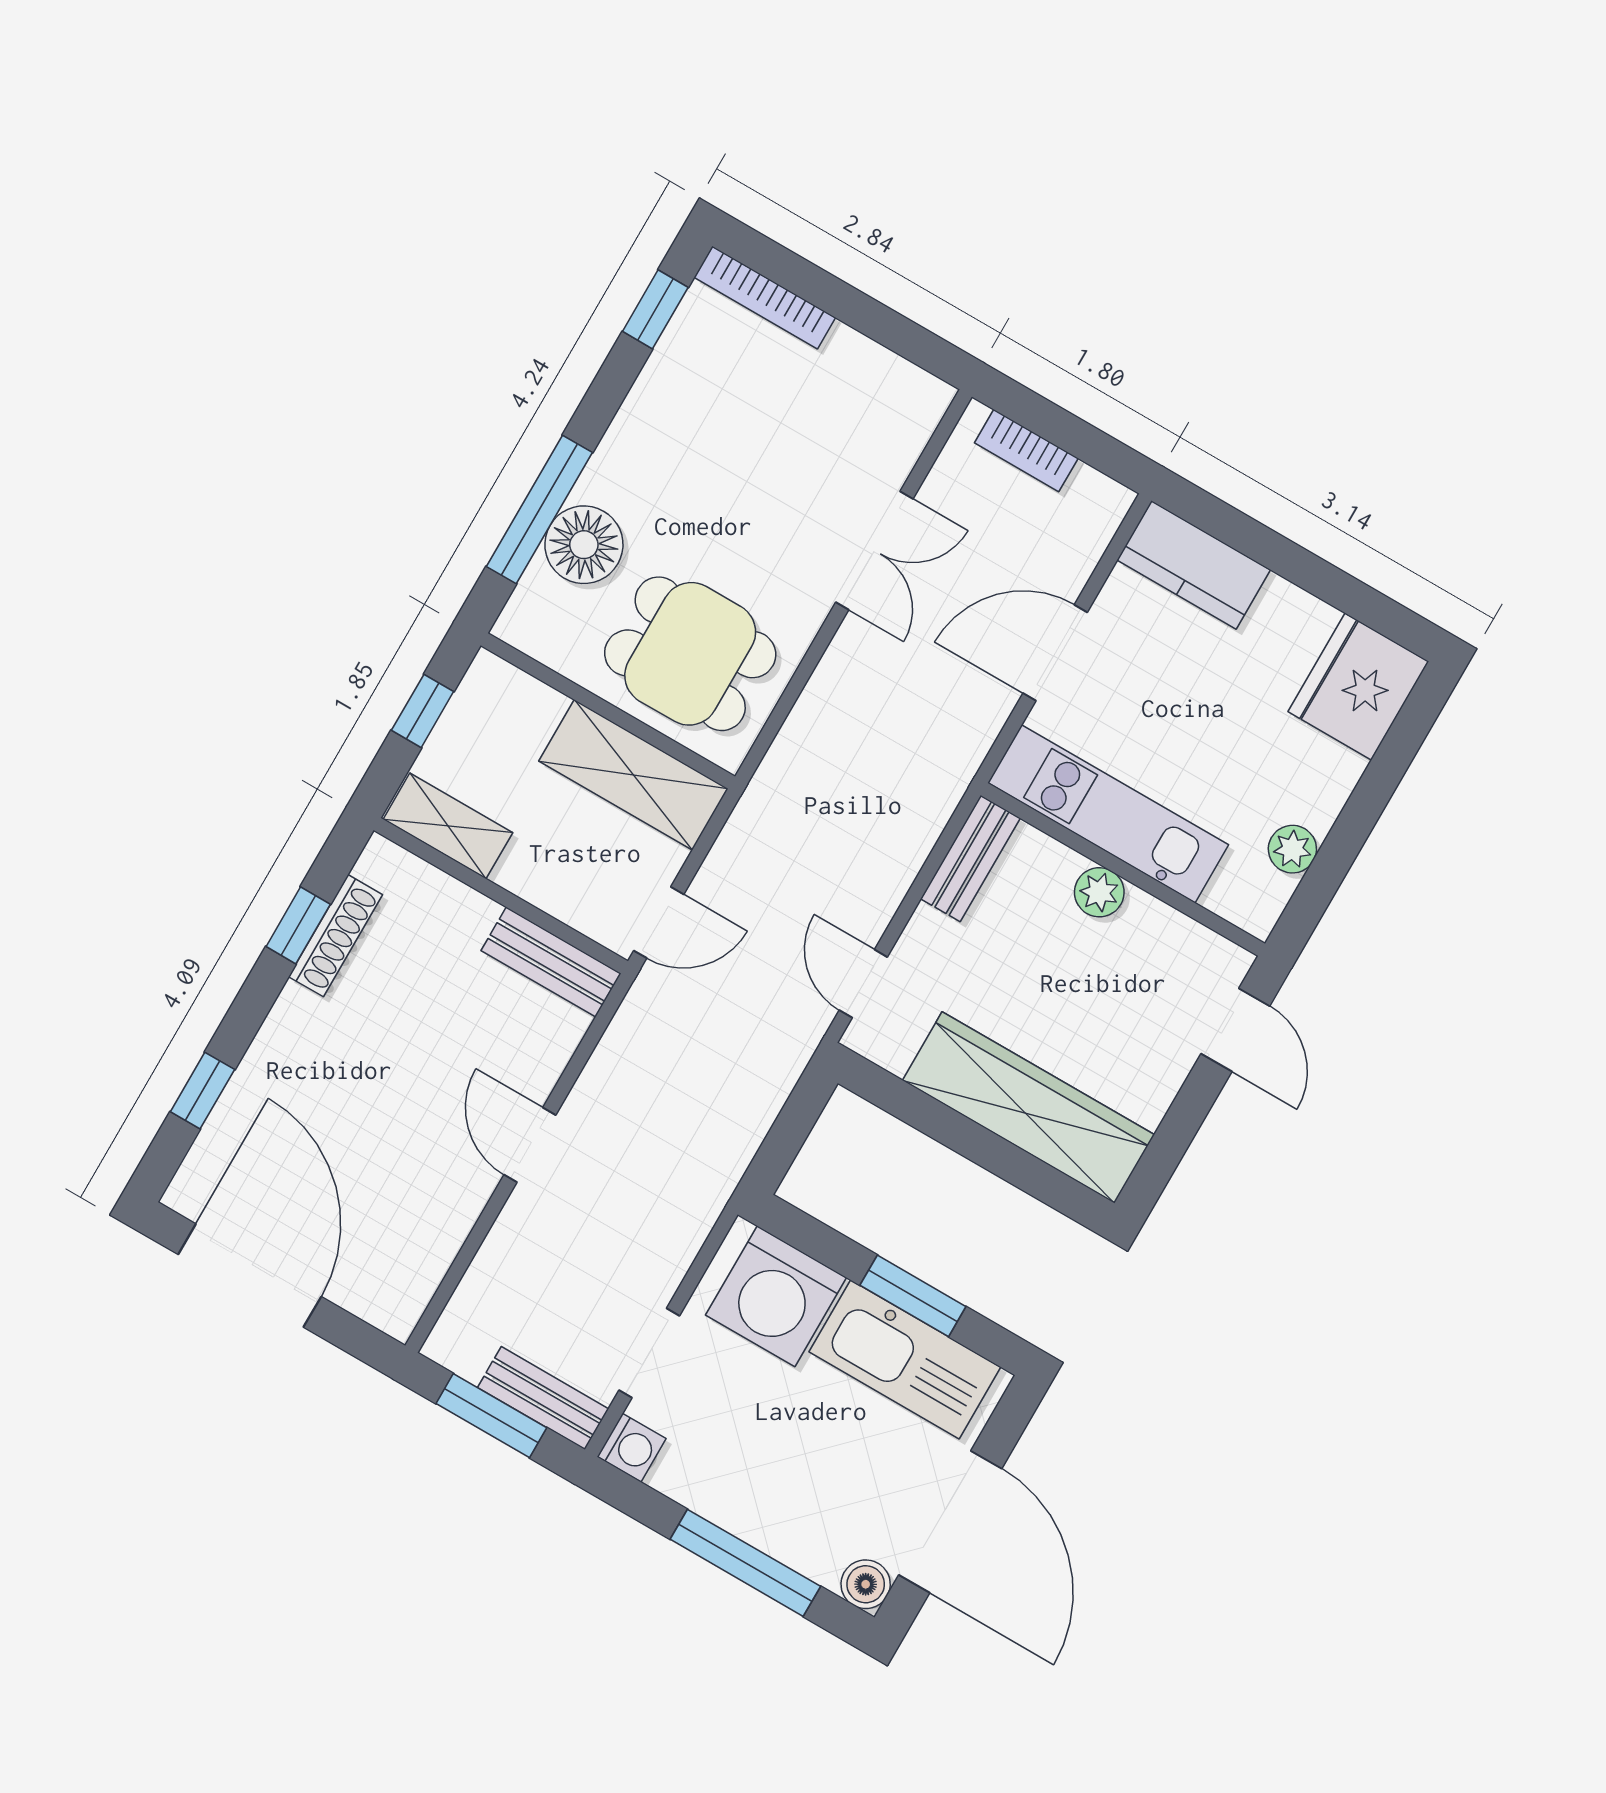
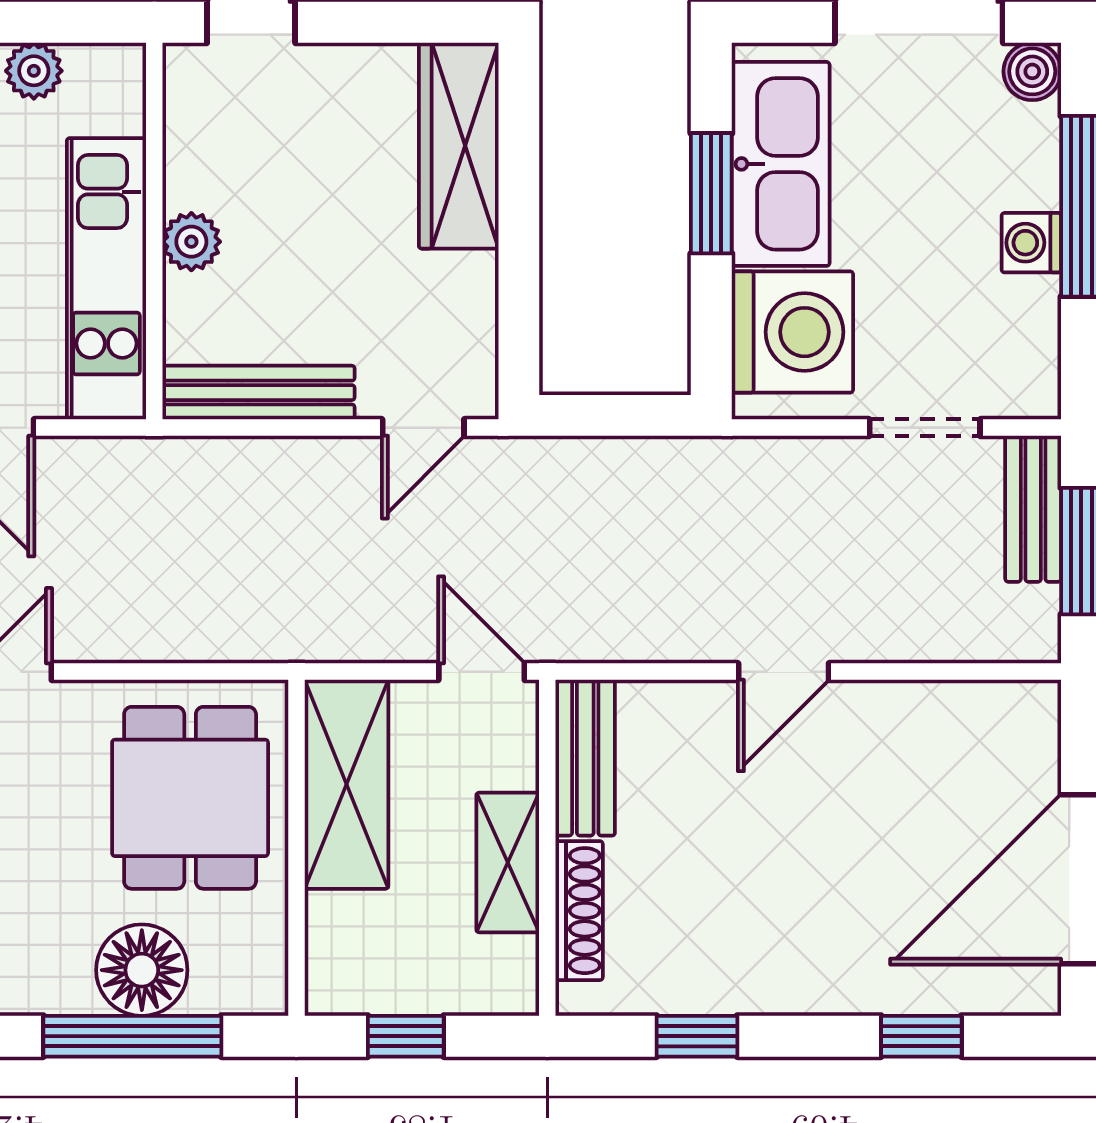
shelving: (448, 826) -> (508, 862), moved
bench: (970, 858) -> (259, 393), width x1.36
shoe rack: (336, 936) -> (579, 911), moved, turned 90
wardrobe: (1028, 1108) -> (459, 146), width x0.71, depth x0.85
washing machine: (632, 1448) -> (1031, 243), moved, turned -90

